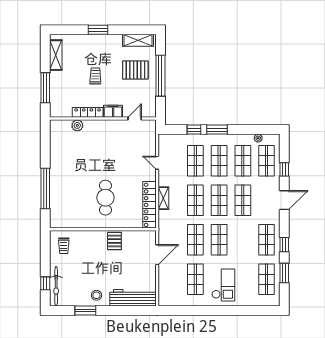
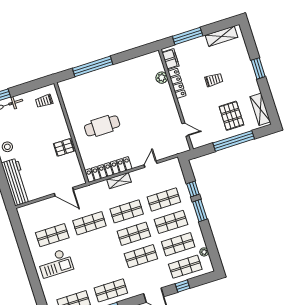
filing cabinet: (113, 111) -> (170, 59), moved
shop shelf: (219, 240) -> (97, 246), removed

